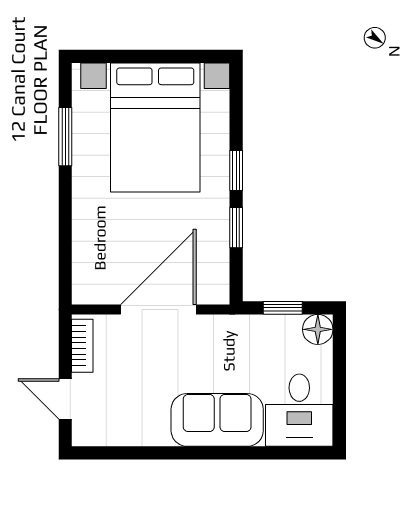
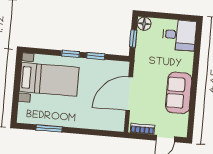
bed with nightstands: (155, 127) -> (49, 79), width x0.73
door: (158, 309) -> (129, 94), hinge flipped
sofa: (217, 420) -> (179, 93), moved

